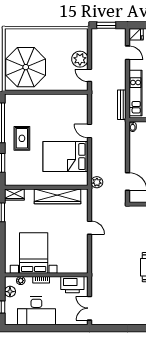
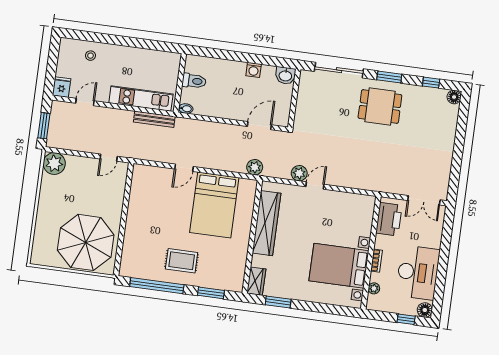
plant: (80, 59) -> (54, 164), moved
plant: (97, 215) -> (299, 173), added
floor lamp: (10, 292) -> (425, 310), moved

